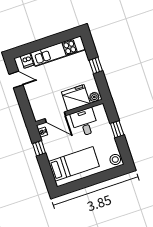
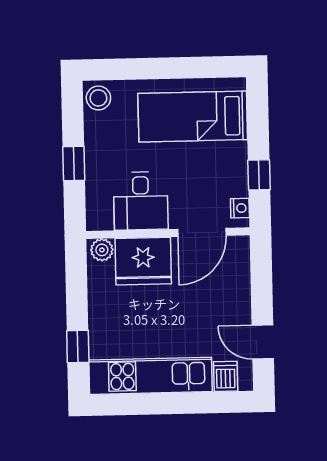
window: (96, 66) -> (78, 347), moved
door: (55, 117) -> (202, 232), swing flipped

